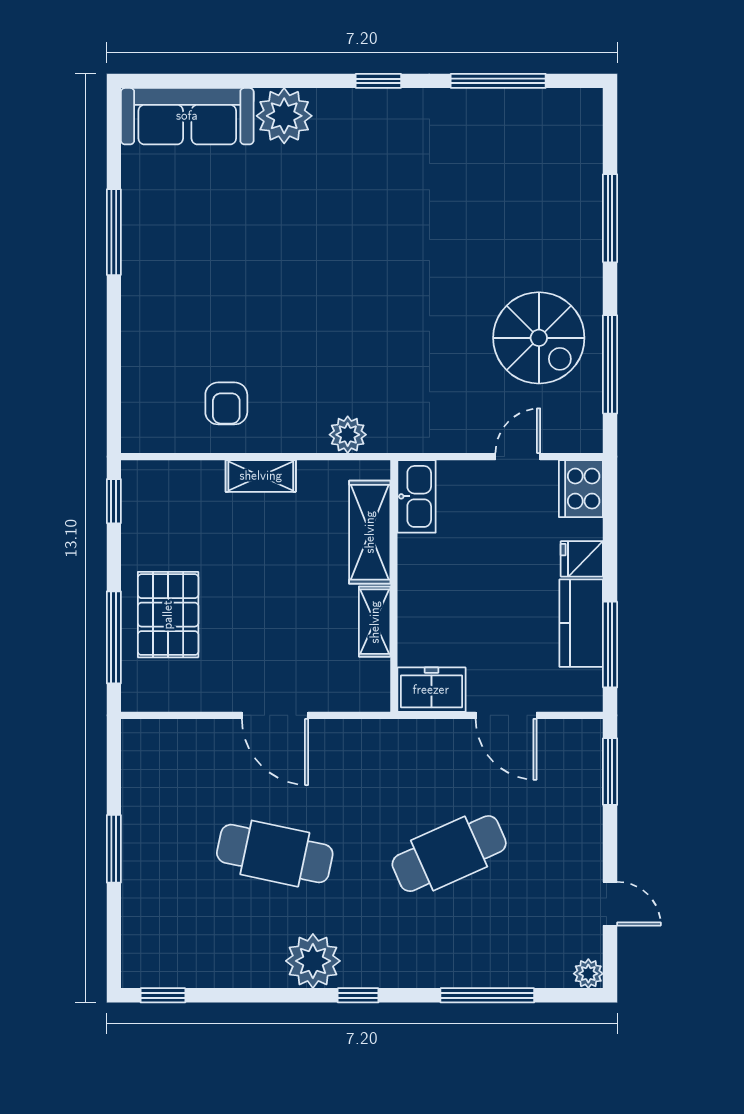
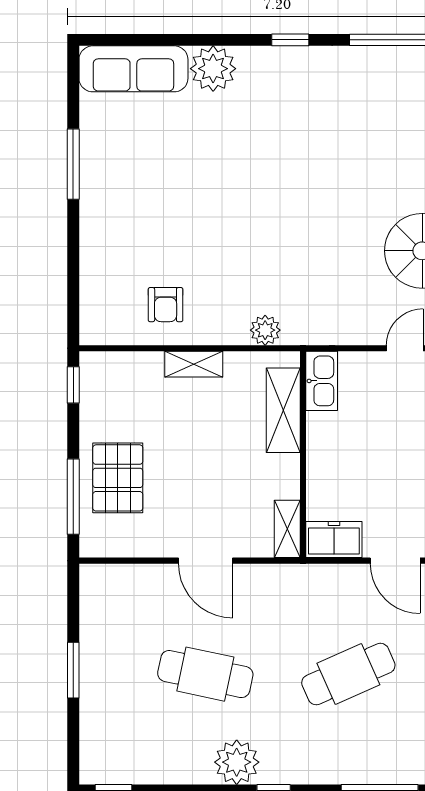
shelving: (375, 622) -> (287, 529), moved

